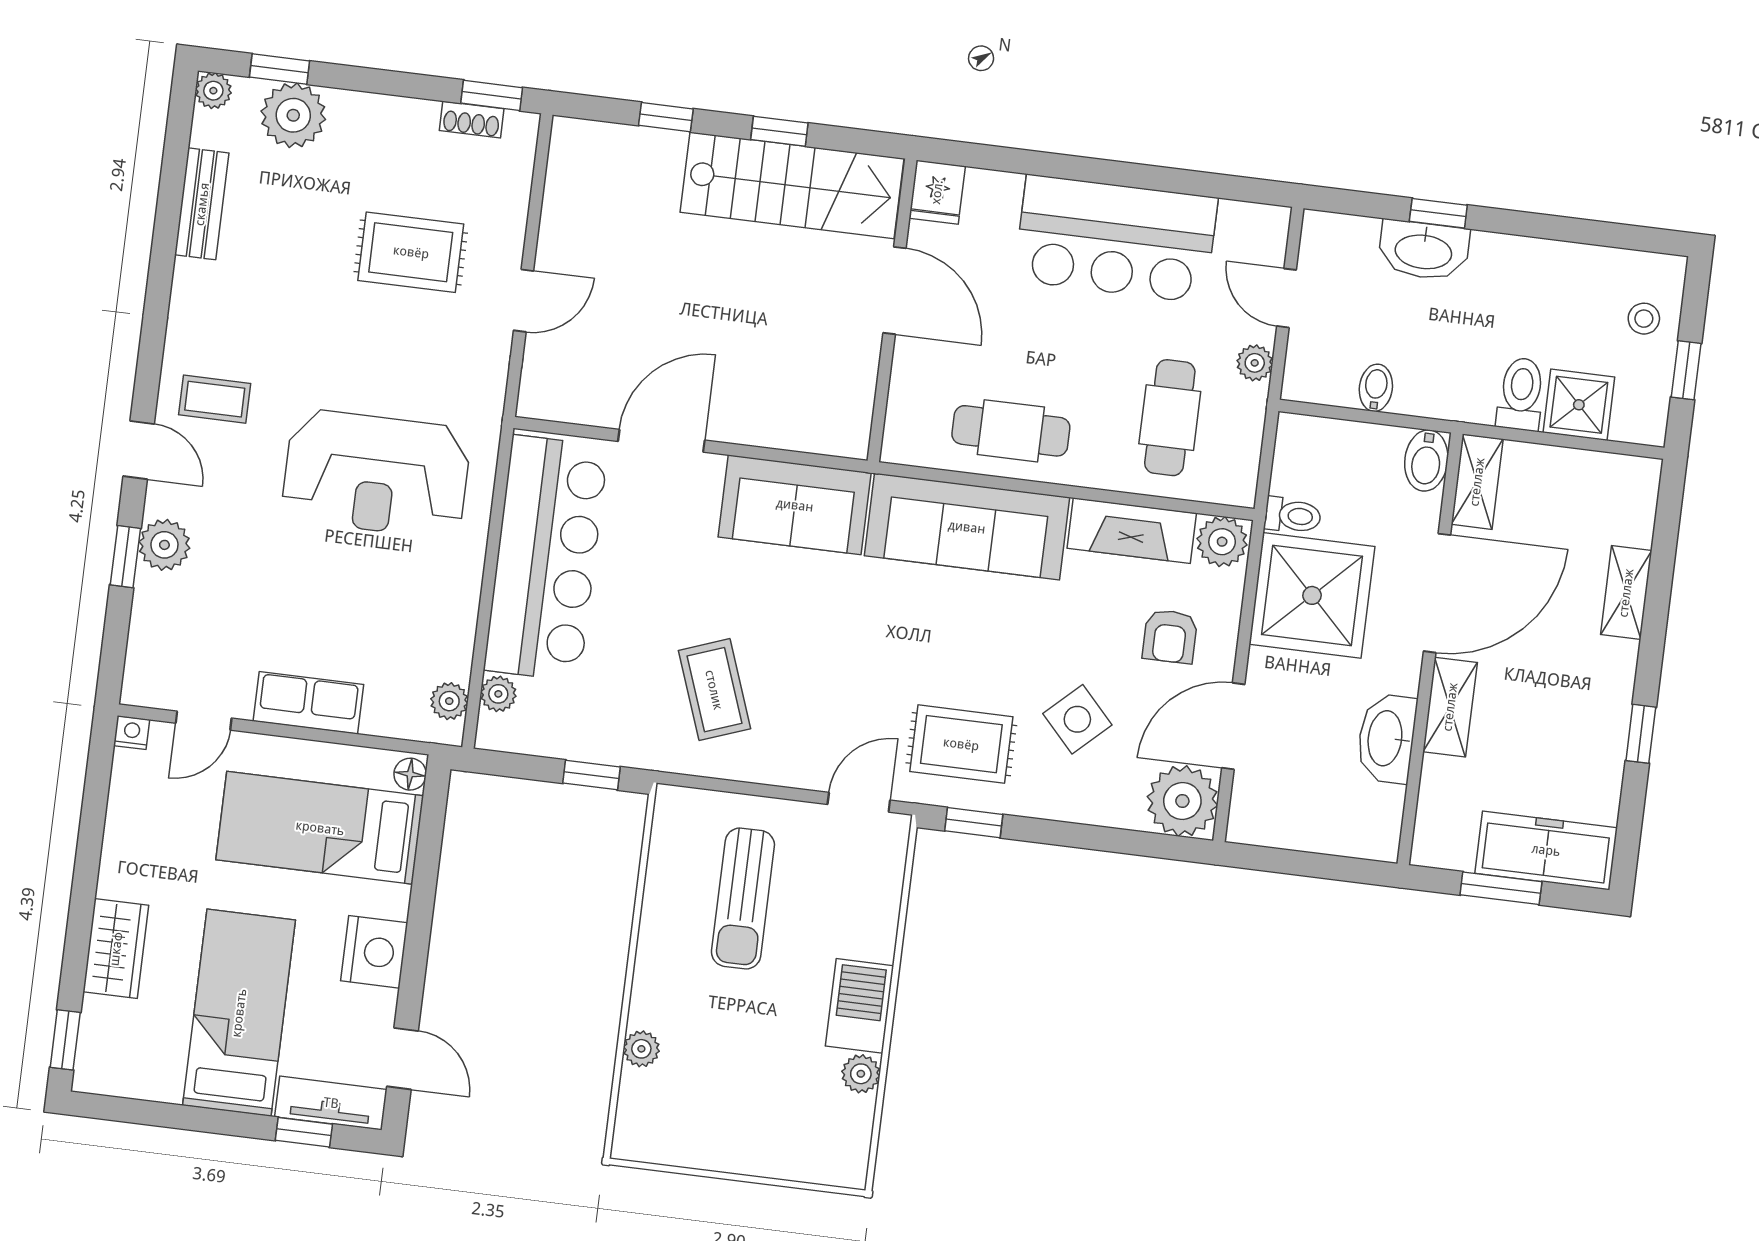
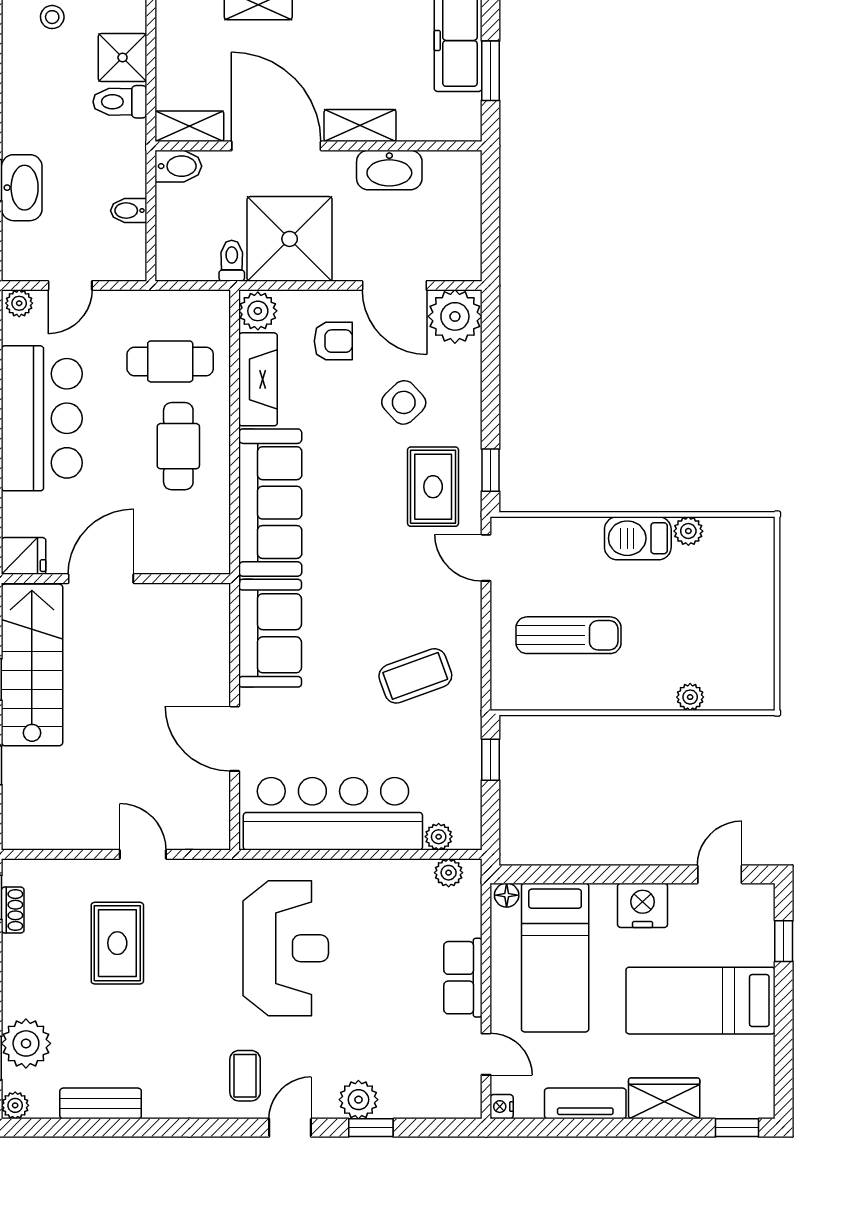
plant: (1255, 363) -> (19, 303), moved
cafe table: (1011, 431) -> (178, 446), moved
tv unit: (331, 1103) -> (585, 1103), moved, turned 90

